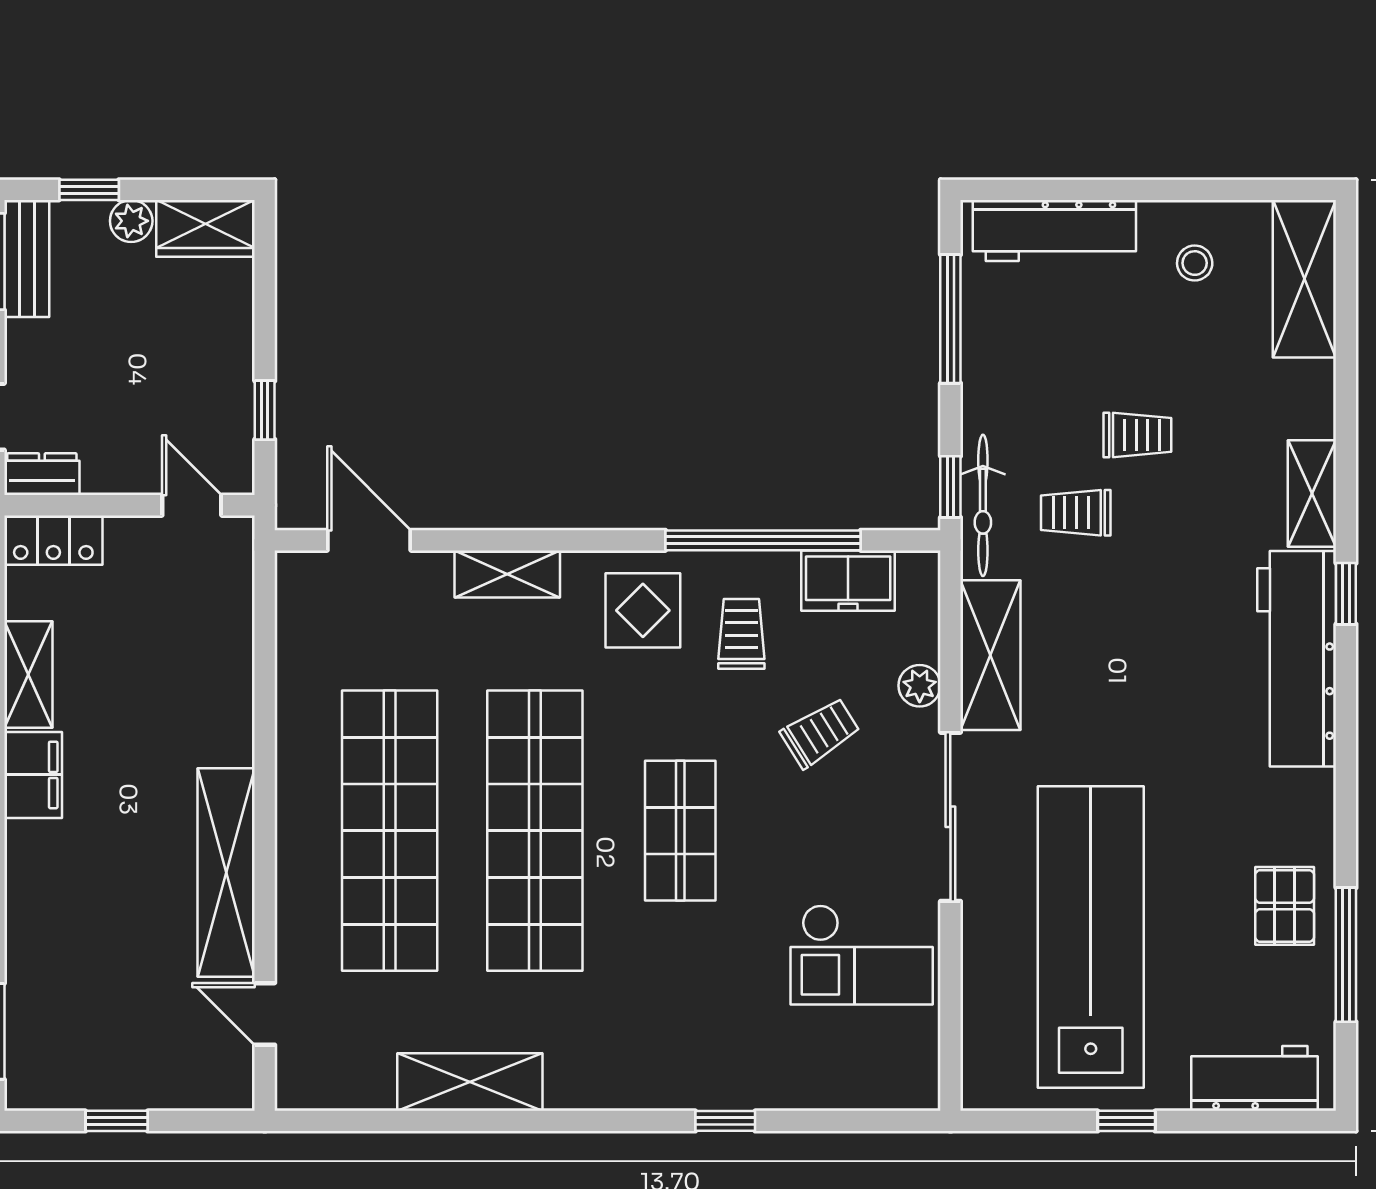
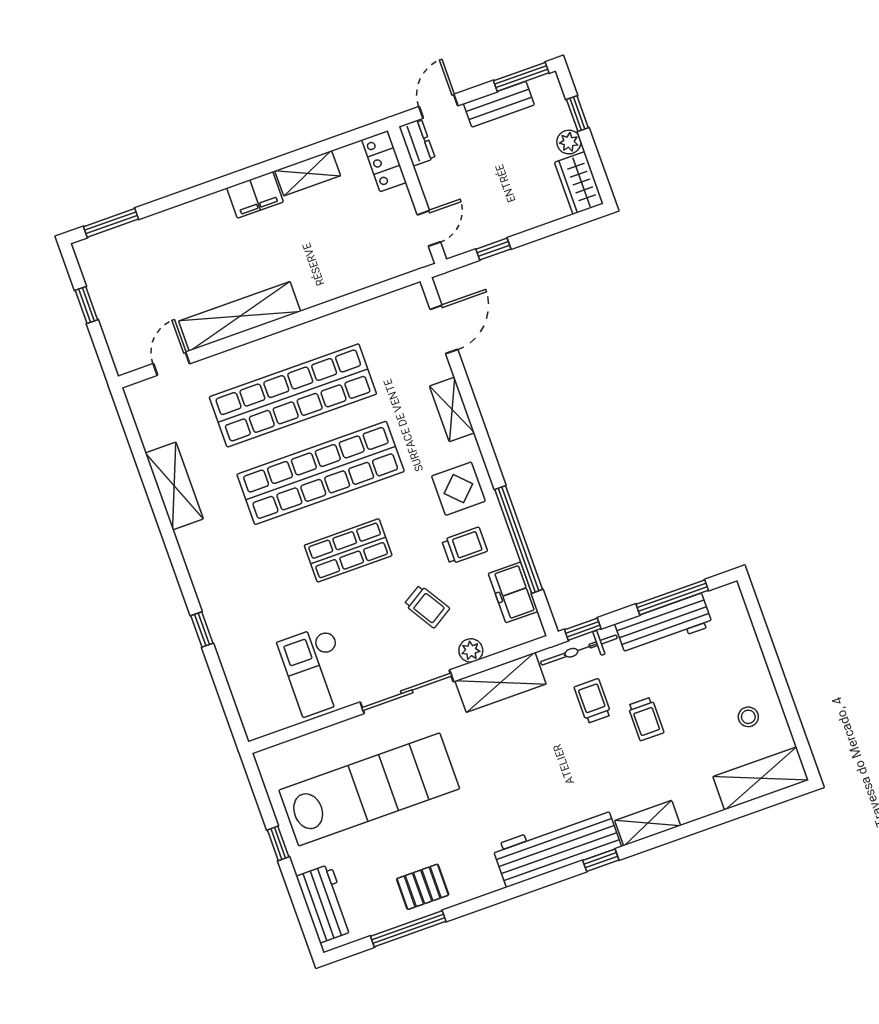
workbench: (1054, 230) -> (664, 625), moved, turned -90
bench: (27, 259) -> (499, 104), moved

